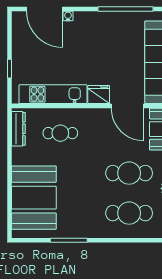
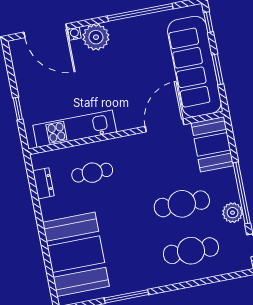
plant: (85, 22) -> (96, 37), added
fridge: (99, 94) -> (128, 119), removed
door: (127, 106) -> (165, 125), swing flipped
dresser: (18, 129) -> (43, 183), width x0.70

